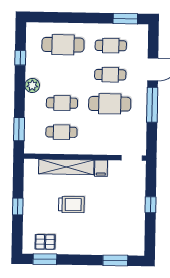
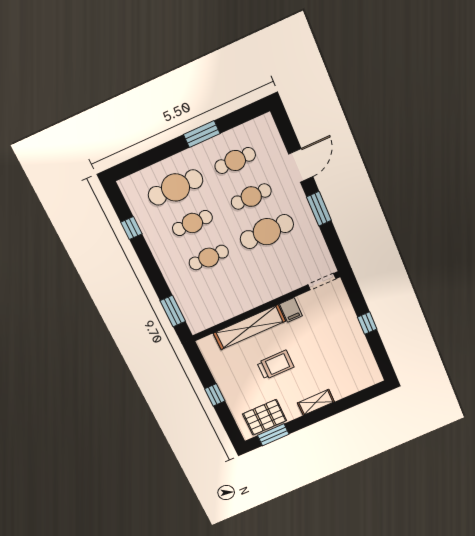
window: (125, 19) -> (202, 134), moved
plant: (32, 85) -> (163, 254), removed
window: (152, 105) -> (319, 209), width x0.69
cafe table: (61, 132) -> (192, 223), moved
pallet: (45, 242) -> (265, 417), width x1.50, depth x1.42
shelving: (87, 249) -> (316, 402), added
window: (115, 260) -> (353, 400), removed

